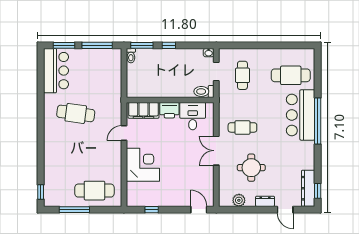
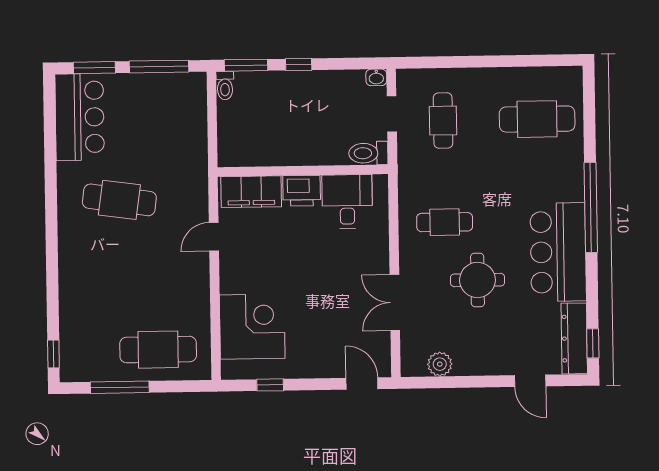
bar counter: (301, 115) -> (558, 252), moved
double door: (216, 151) -> (395, 303), moved
corner desk: (143, 165) -> (252, 327), moved
round table: (251, 168) -> (477, 280), moved
dresser: (265, 201) -> (491, 365), removed

